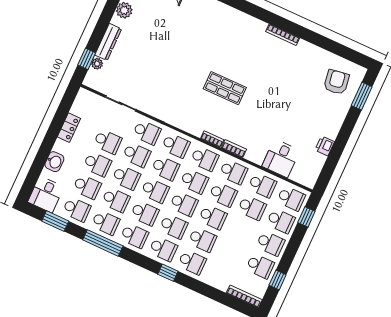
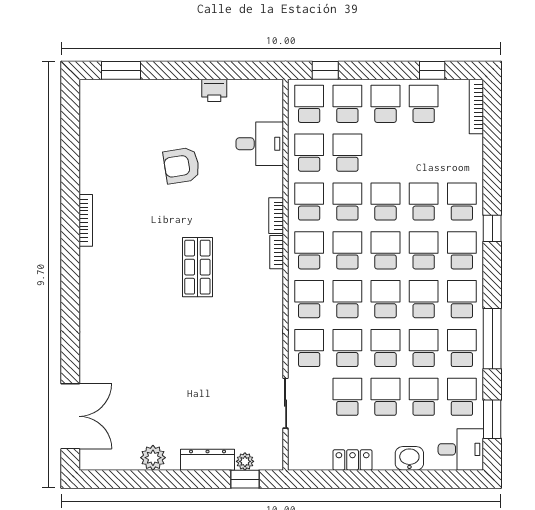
armchair: (336, 82) -> (181, 166), moved

